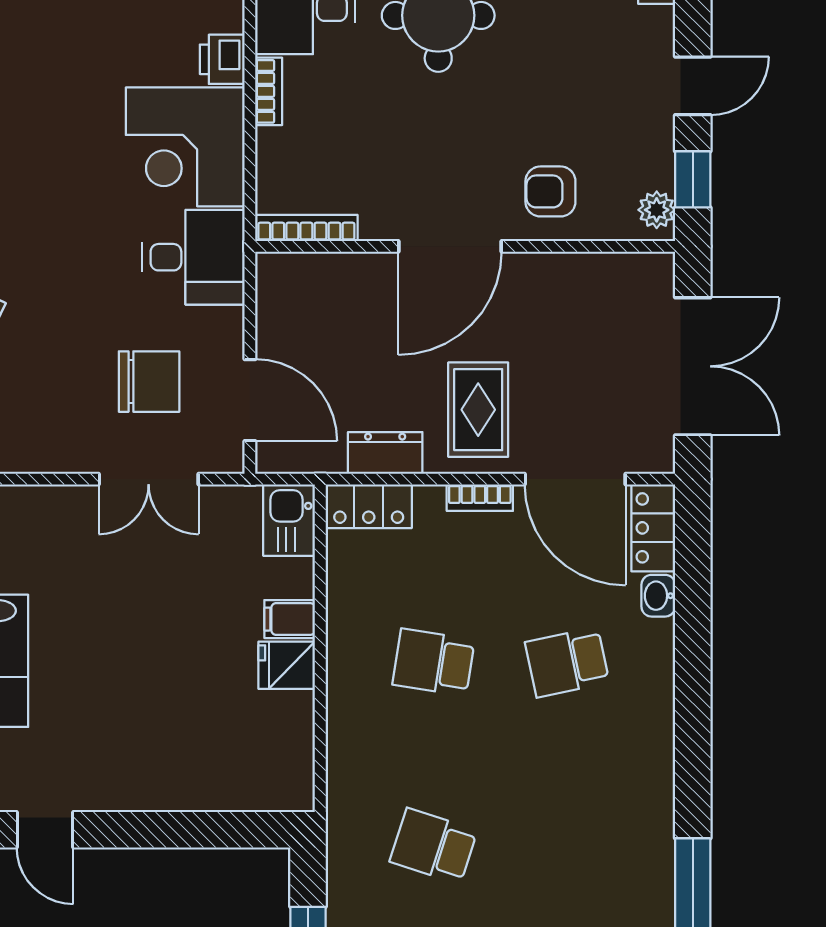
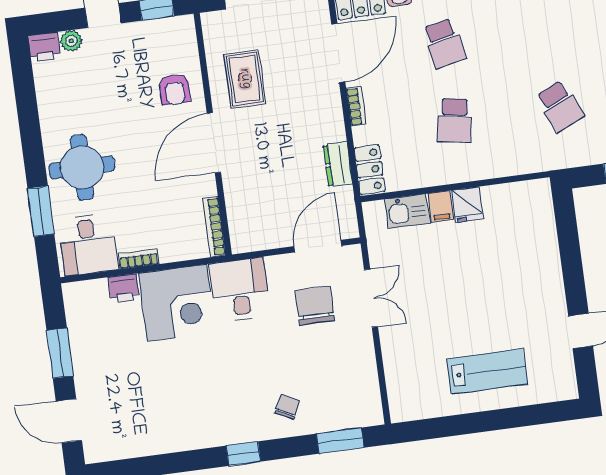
plant: (657, 210) -> (71, 41), moved
door: (450, 246) -> (214, 143), swing flipped
rug: (478, 410) -> (245, 79), moved, turned 90
kitchen sink: (289, 520) -> (407, 211), moved
school desk: (434, 846) -> (560, 106), turned -42

